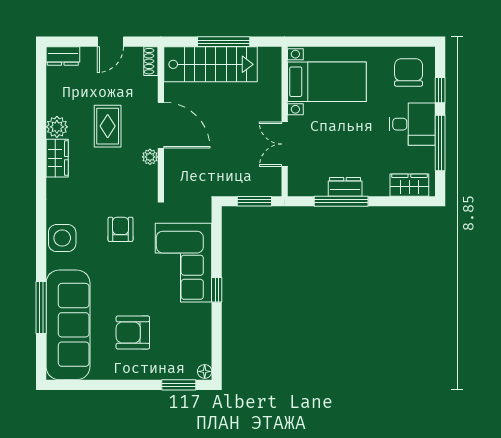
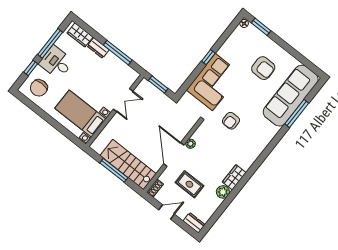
rug: (108, 126) -> (189, 184), moved, turned 90
dresser: (345, 187) -> (98, 48), moved
side table: (62, 238) -> (261, 138), removed

